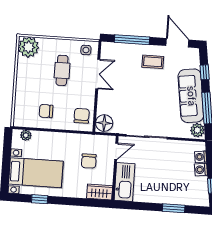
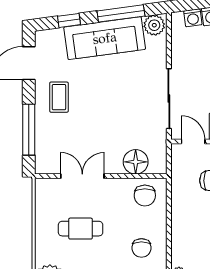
side table: (86, 50) -> (48, 196), removed
chair: (82, 116) -> (145, 195), turned -90
floor lamp: (104, 123) -> (136, 162), moved

